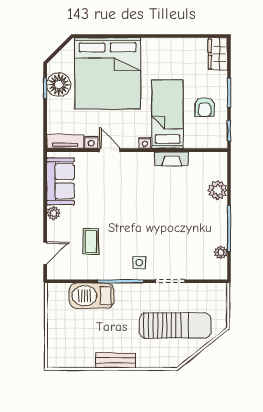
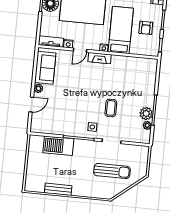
door: (110, 150) -> (80, 50), swing flipped
fireplace: (172, 159) -> (100, 58), moved
plant: (218, 190) -> (146, 114), moved
coffee table: (91, 241) -> (111, 108), moved
door: (45, 253) -> (31, 104), moved
sun lounger: (175, 325) -> (112, 171), width x0.73, depth x0.75
bench: (116, 360) -> (58, 189), moved

